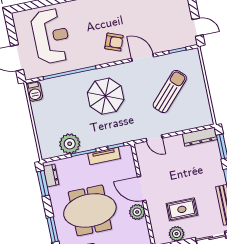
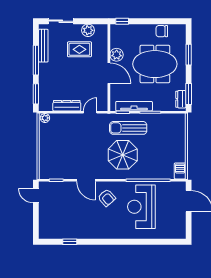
reception desk: (51, 36) -> (141, 207), moved
armchair: (114, 42) -> (107, 198), turned -152
sun lounger: (170, 91) -> (128, 128), moved, turned 47
dresser: (200, 137) -> (67, 106), moved
door: (154, 138) -> (90, 112), hinge flipped
plant: (70, 144) -> (45, 118), moved, width x0.53, depth x0.53
tv unit: (104, 156) -> (134, 106), width x1.41

